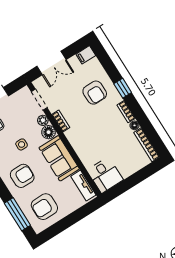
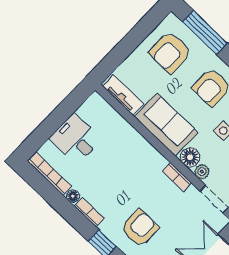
armchair: (95, 93) -> (140, 228), turned 90
desk: (105, 175) -> (76, 139), moved
armchair: (44, 207) -> (170, 52), turned 180

